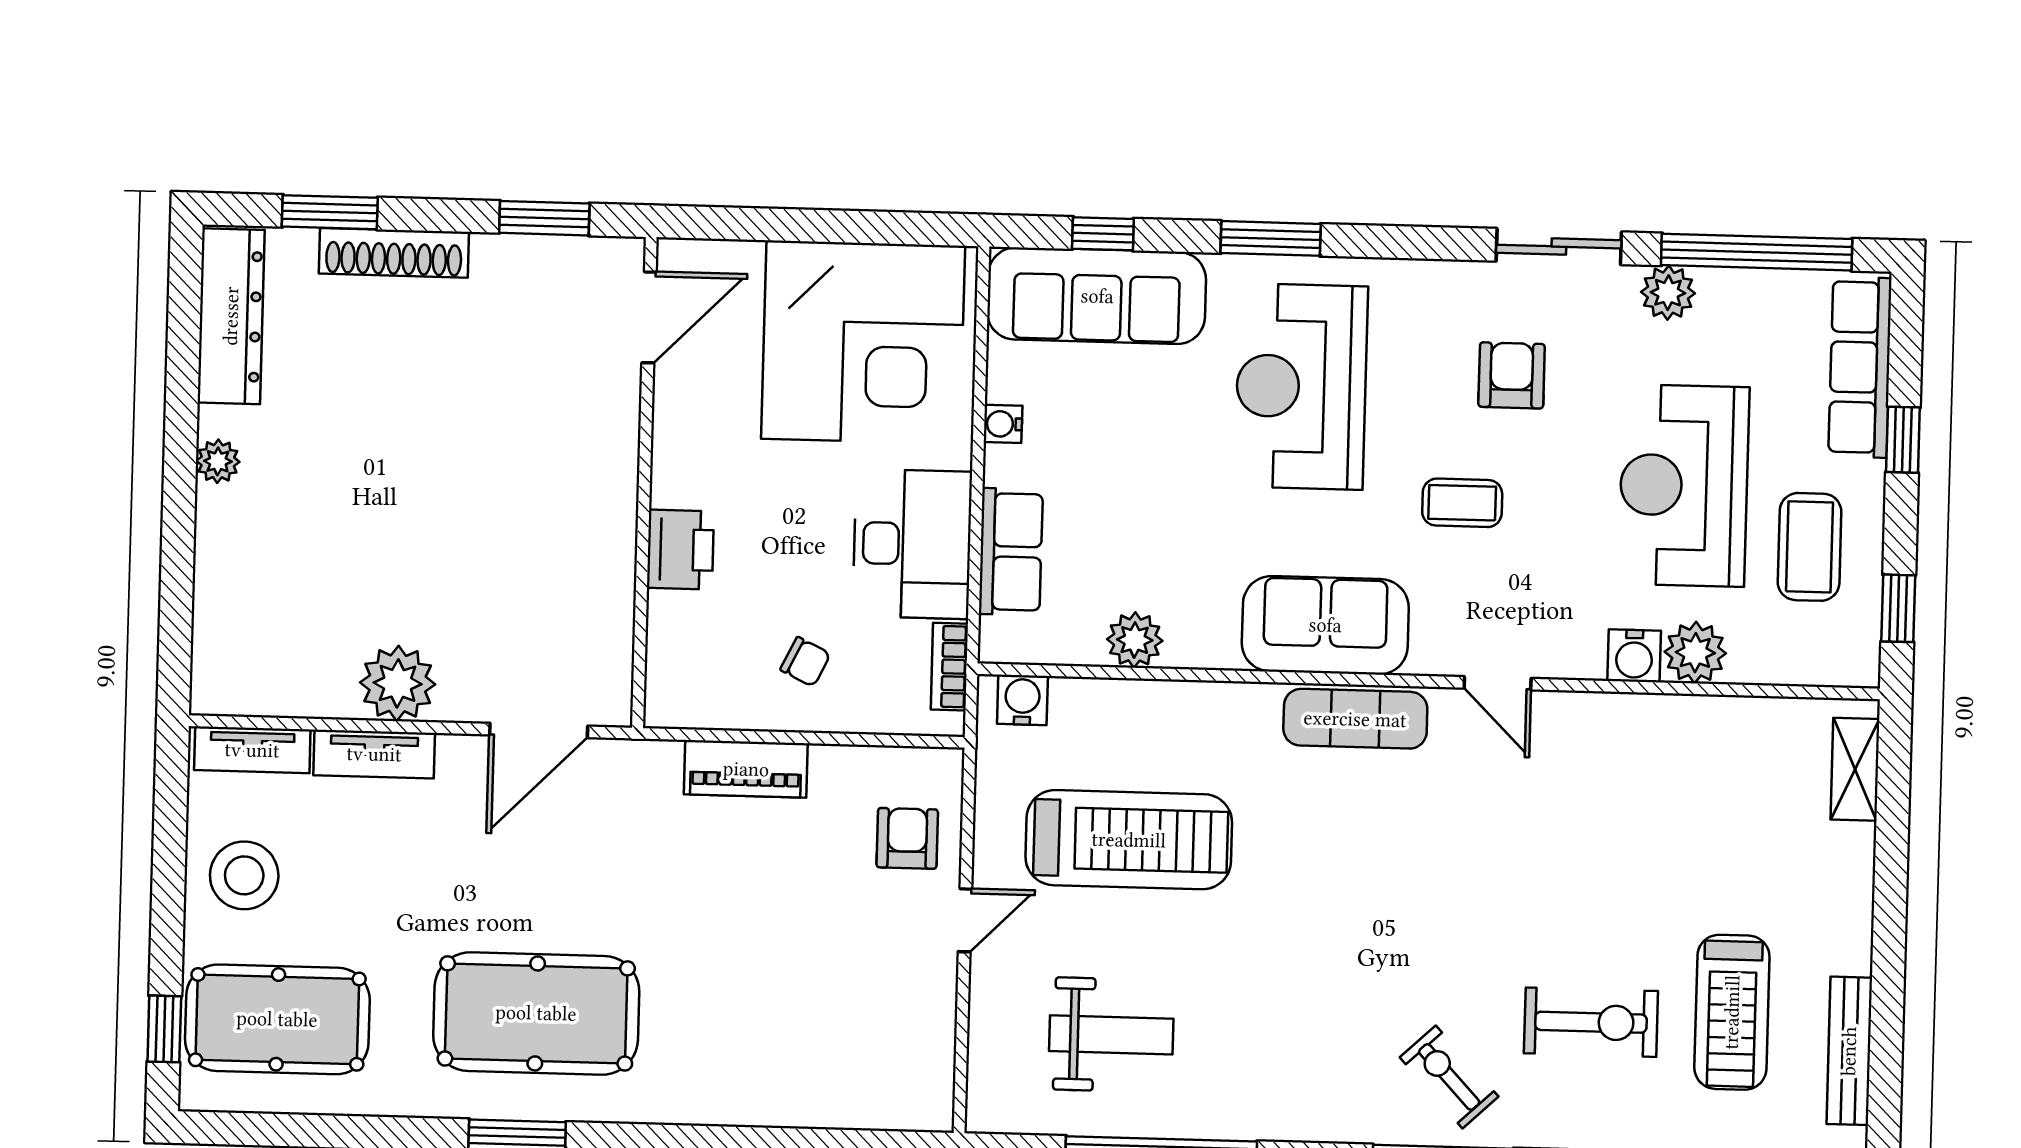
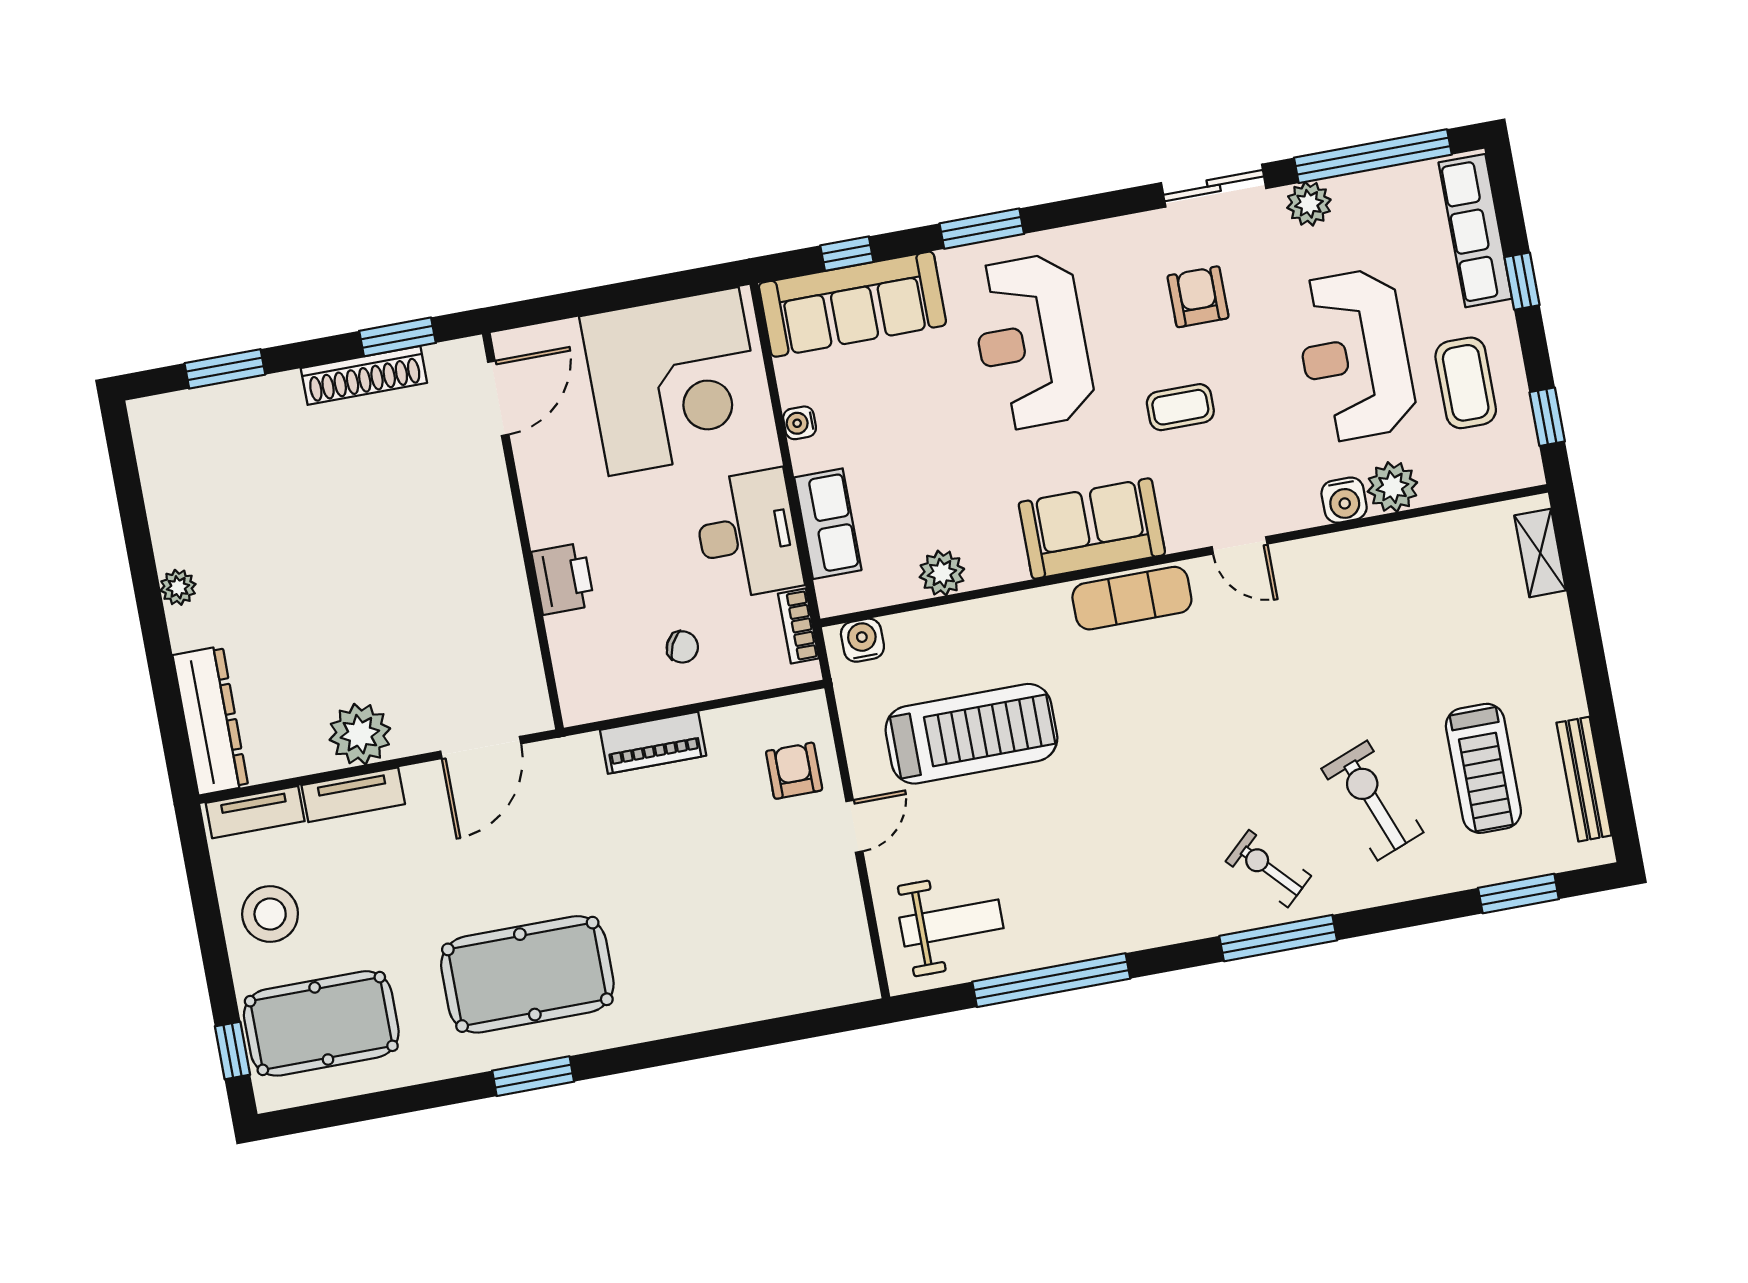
shoe rack: (394, 253) -> (364, 375), moved
dresser: (231, 316) -> (210, 721), moved
exercise bike: (1591, 1022) -> (1372, 800), turned -111
weight bench: (1111, 1035) -> (951, 923), moved

